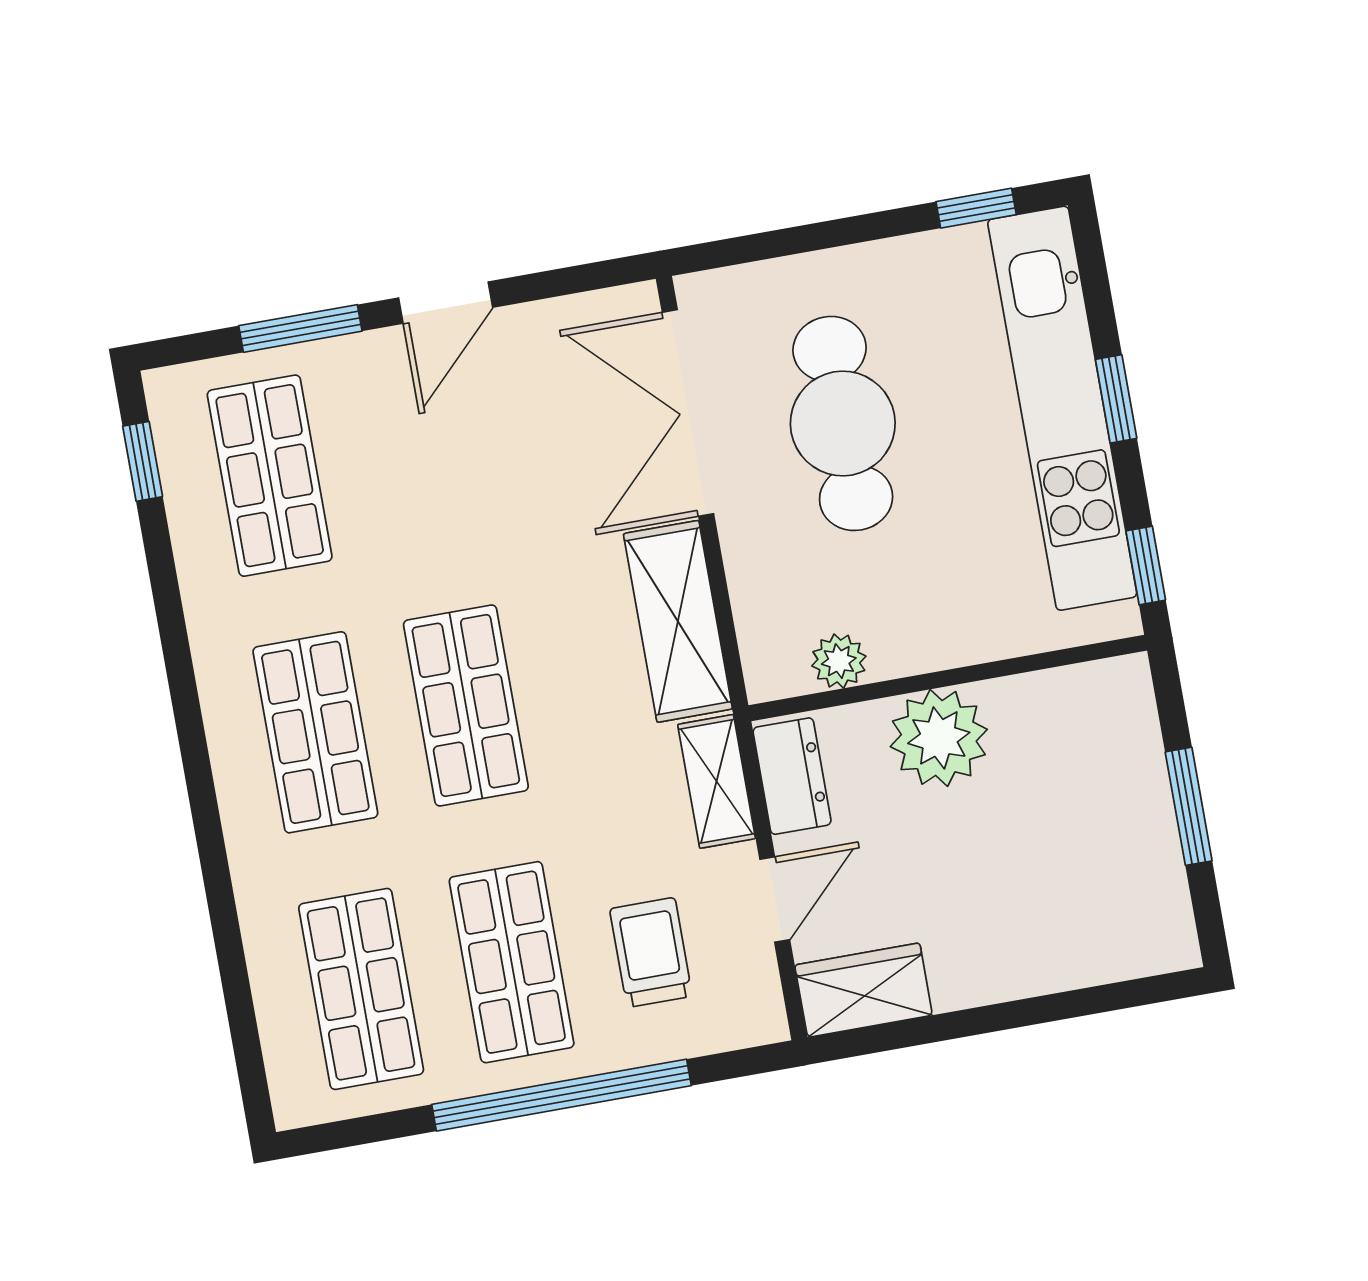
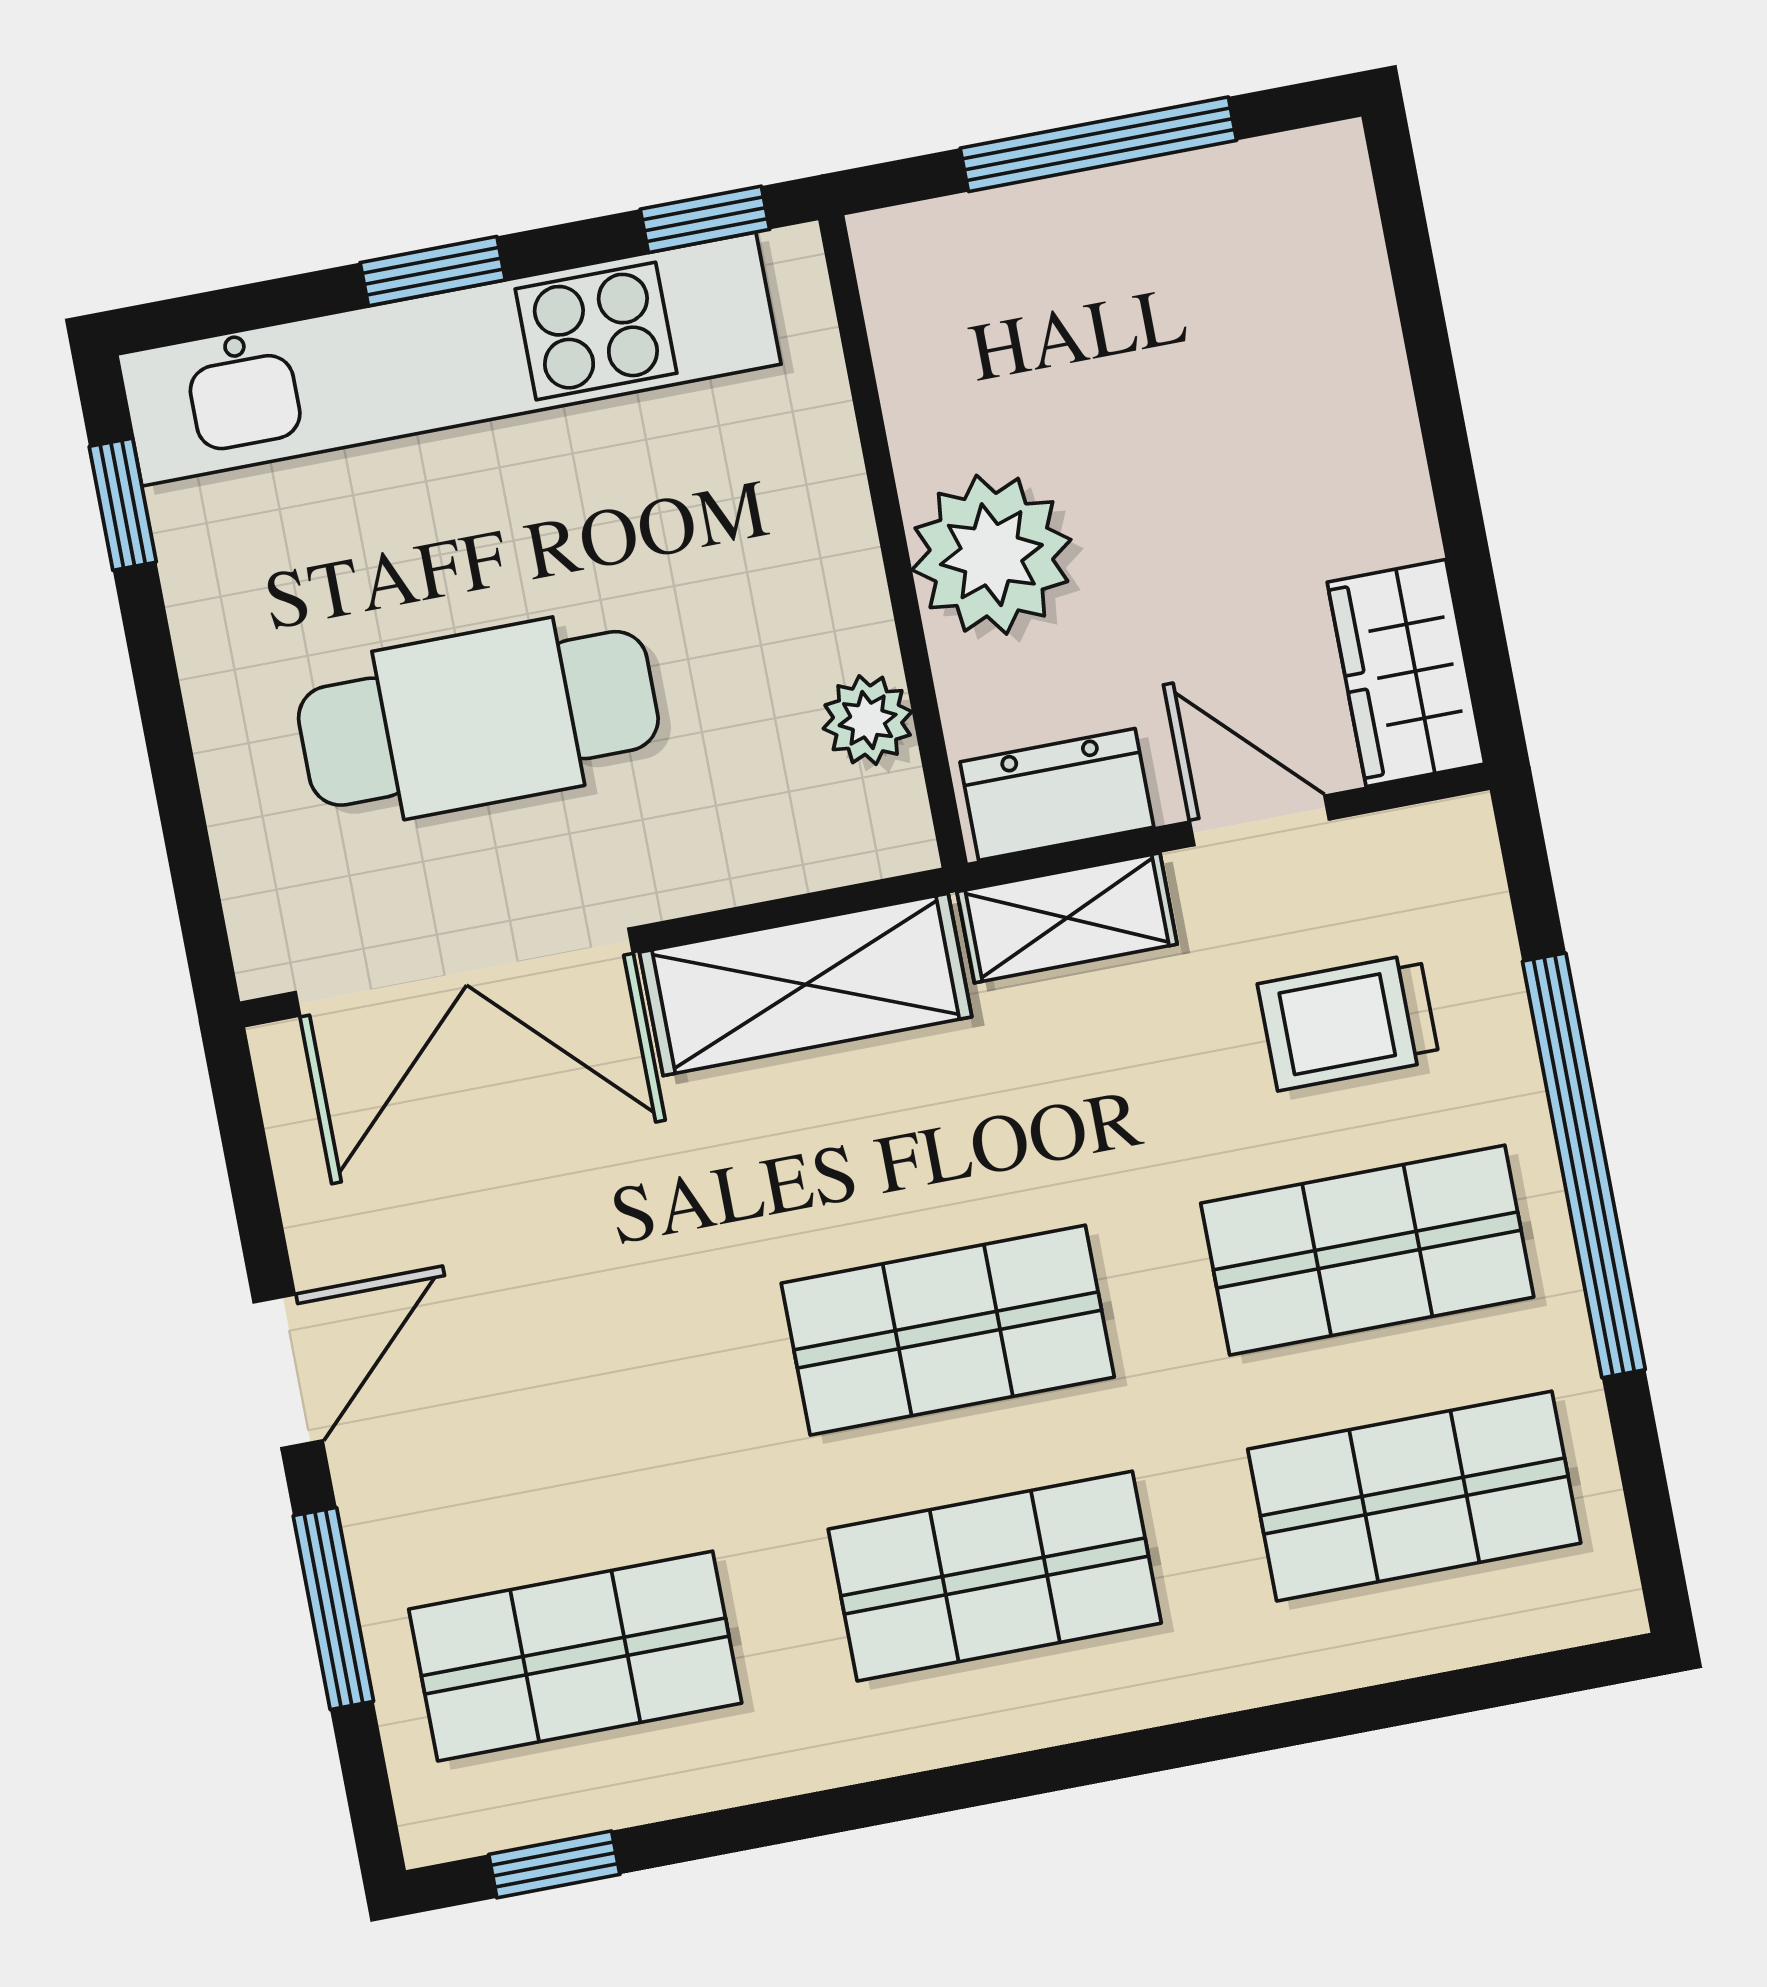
door: (446, 303) -> (288, 1371), hinge flipped
window: (1189, 806) -> (1098, 144), width x1.44

